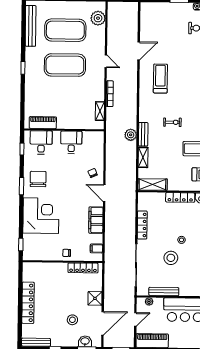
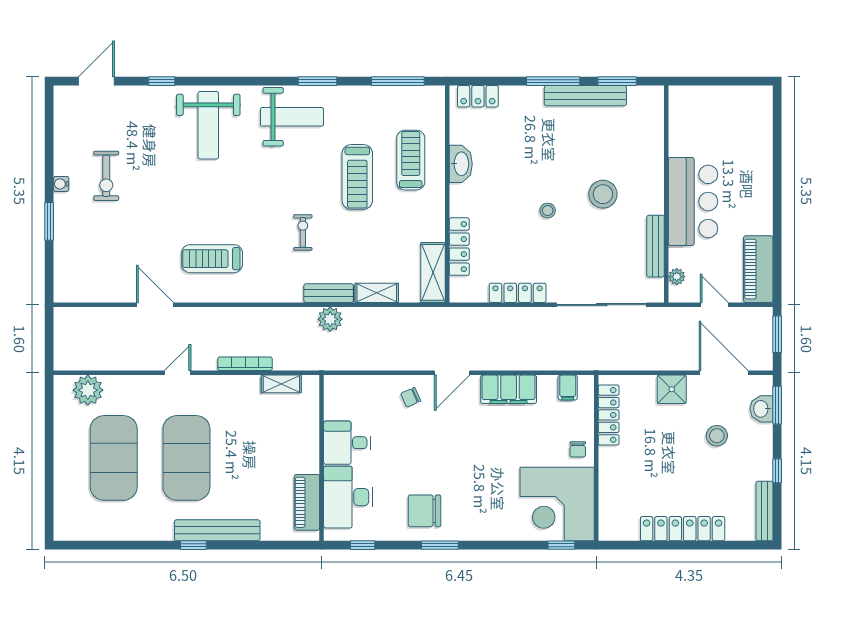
bench: (31, 26) -> (217, 530), moved
desk: (41, 142) -> (348, 497), width x1.37
locker: (180, 197) -> (459, 247), moved
corner desk: (41, 216) -> (557, 504), moved, turned -90
stool: (171, 258) -> (603, 194), moved

